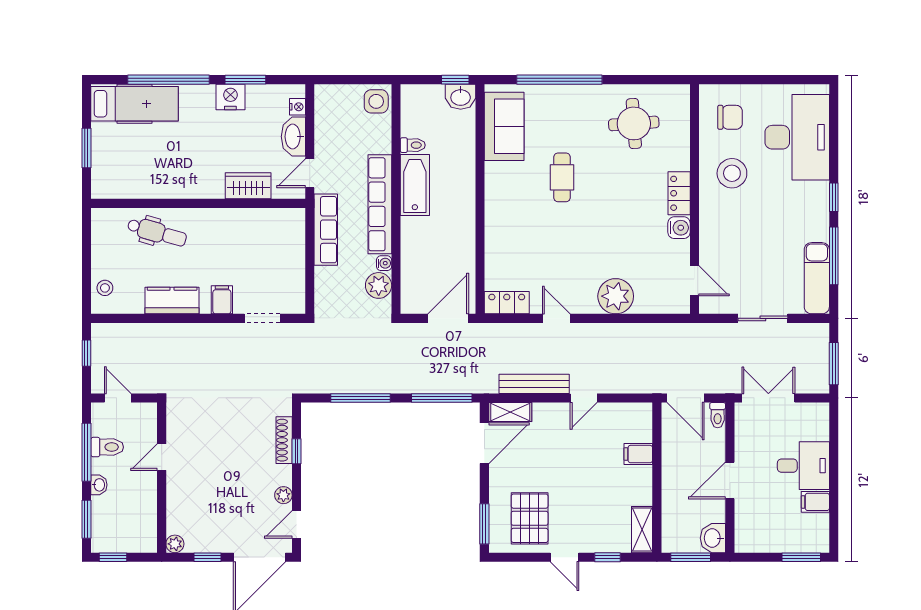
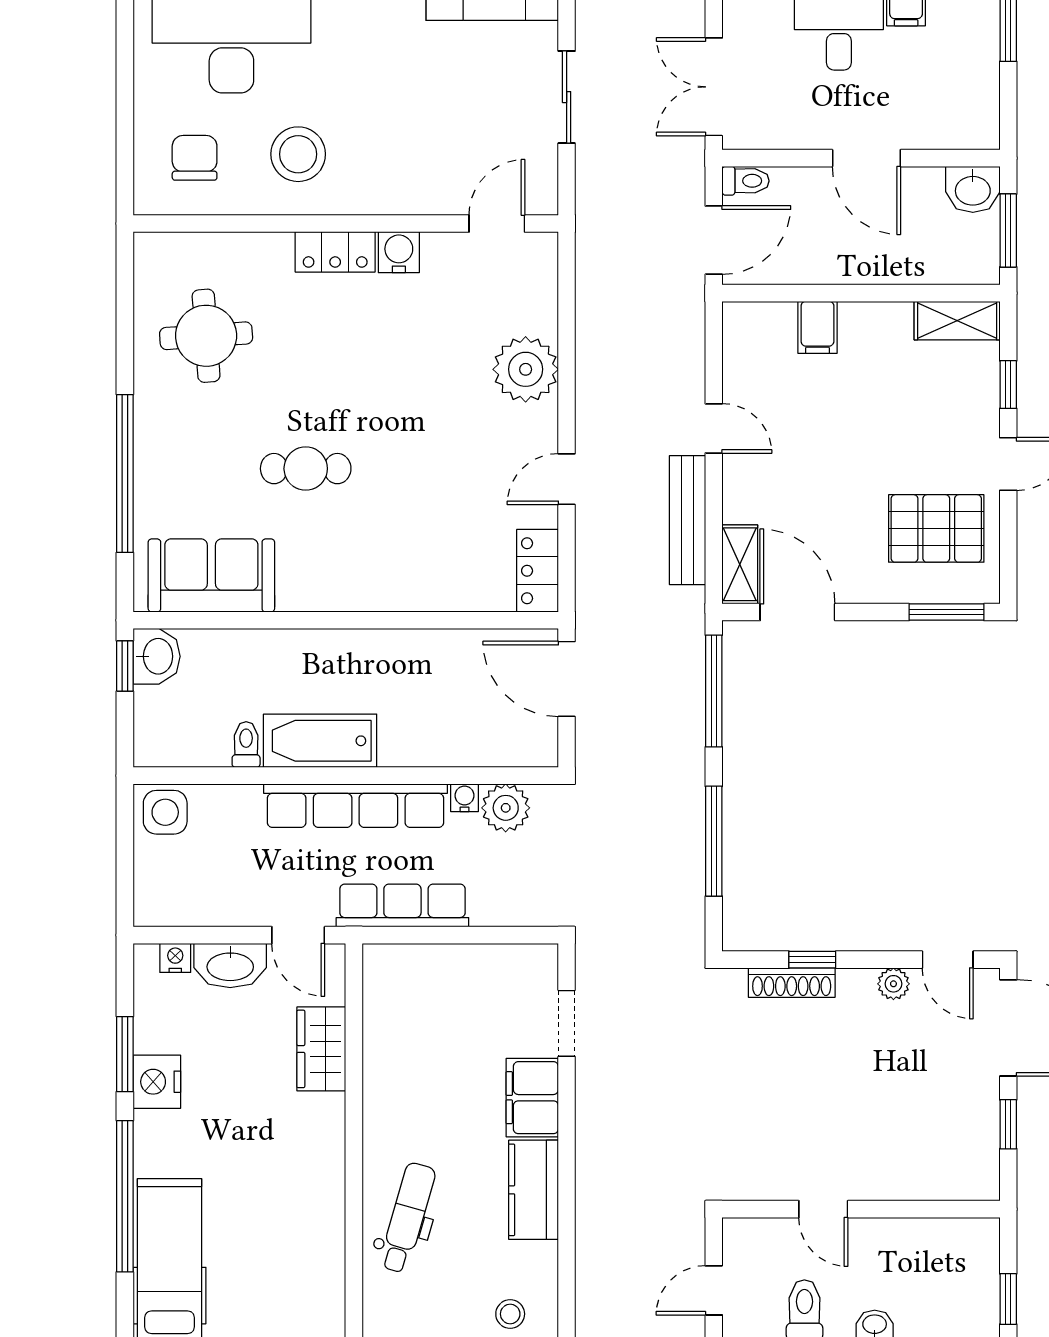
filing cabinet: (222, 300) -> (532, 1098), width x2.00
plant: (175, 544) -> (984, 1184), removed

